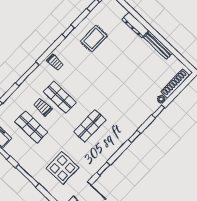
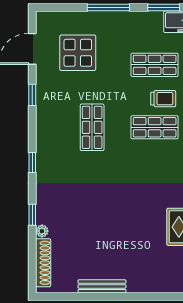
dresser: (135, 25) -> (148, 285), removed

